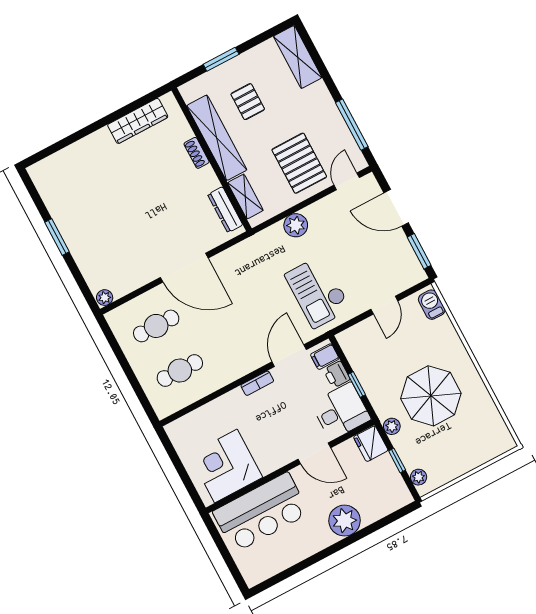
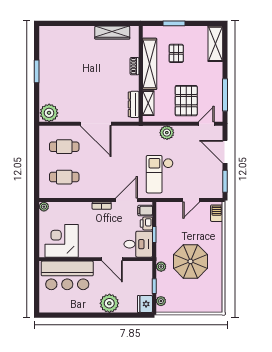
plant: (105, 298) -> (49, 113), width x1.88, depth x1.88
plant: (173, 430) -> (44, 207), added
fridge: (371, 444) -> (145, 304), moved

